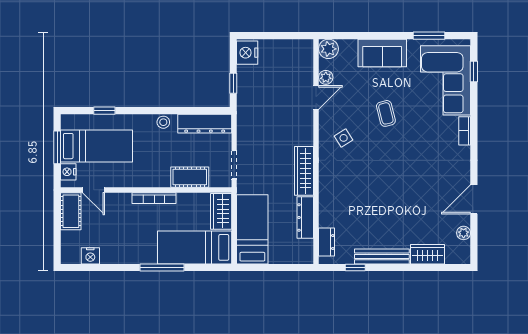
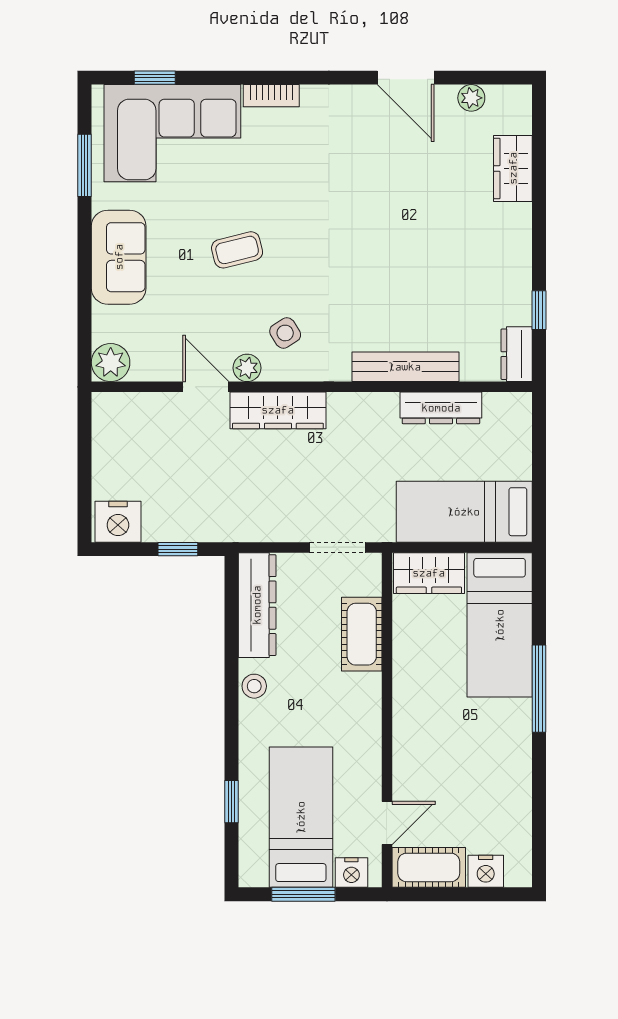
plant: (326, 77) -> (247, 368), moved
wardrobe: (304, 171) -> (278, 410), moved
bookcase: (154, 198) -> (403, 704), removed
dresser: (327, 242) -> (517, 354), moved, turned -90
nightstand: (90, 256) -> (486, 871), moved, turned 90
bench: (382, 256) -> (405, 367), moved, turned 90

